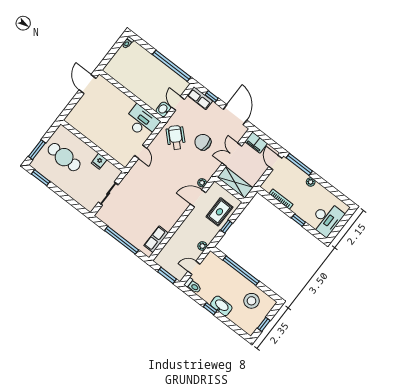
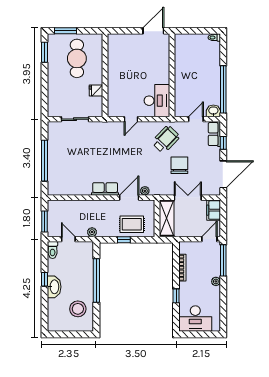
washbasin: (163, 109) -> (213, 111), moved
door: (198, 198) -> (129, 198), hinge flipped
row of seats: (156, 239) -> (105, 189), moved
window: (264, 324) -> (66, 334), removed

